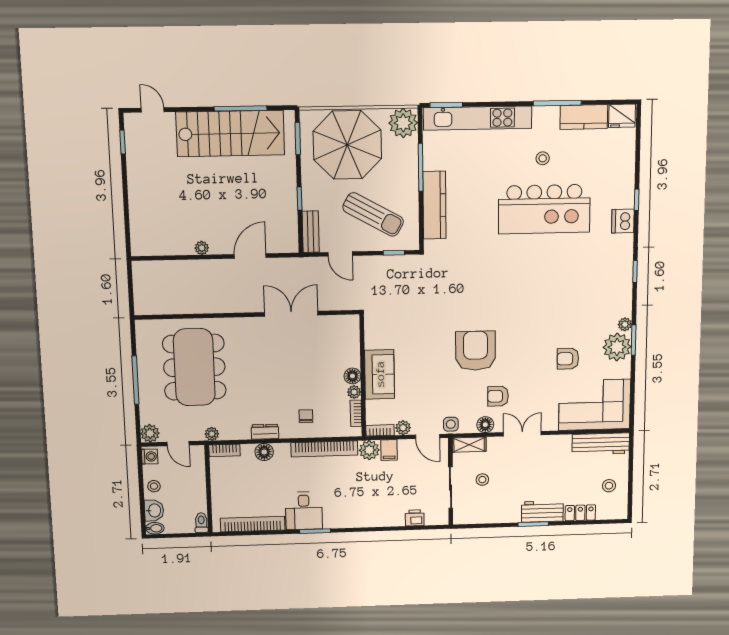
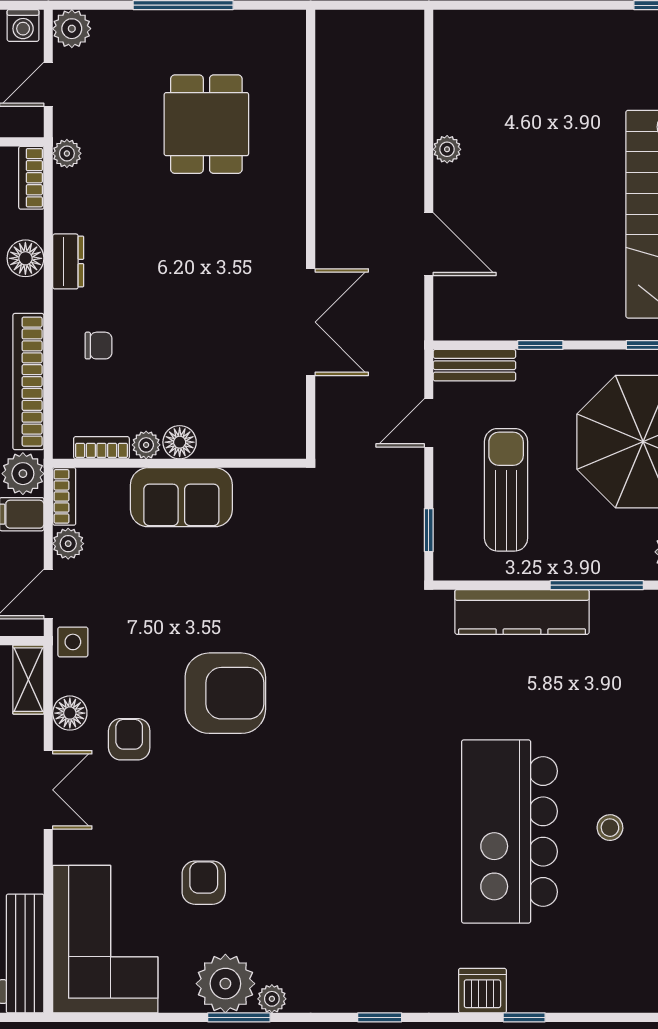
sun lounger: (373, 214) -> (506, 490), turned 151
dining table: (194, 367) -> (206, 124), width x0.53, depth x0.80

